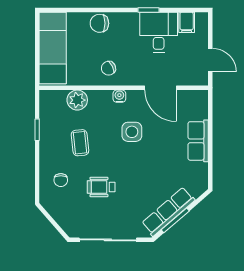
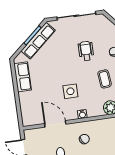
chair: (108, 68) -> (84, 139), moved
row of seats: (198, 141) -> (23, 77), moved
wheelchair: (101, 187) -> (86, 51), turned -90

